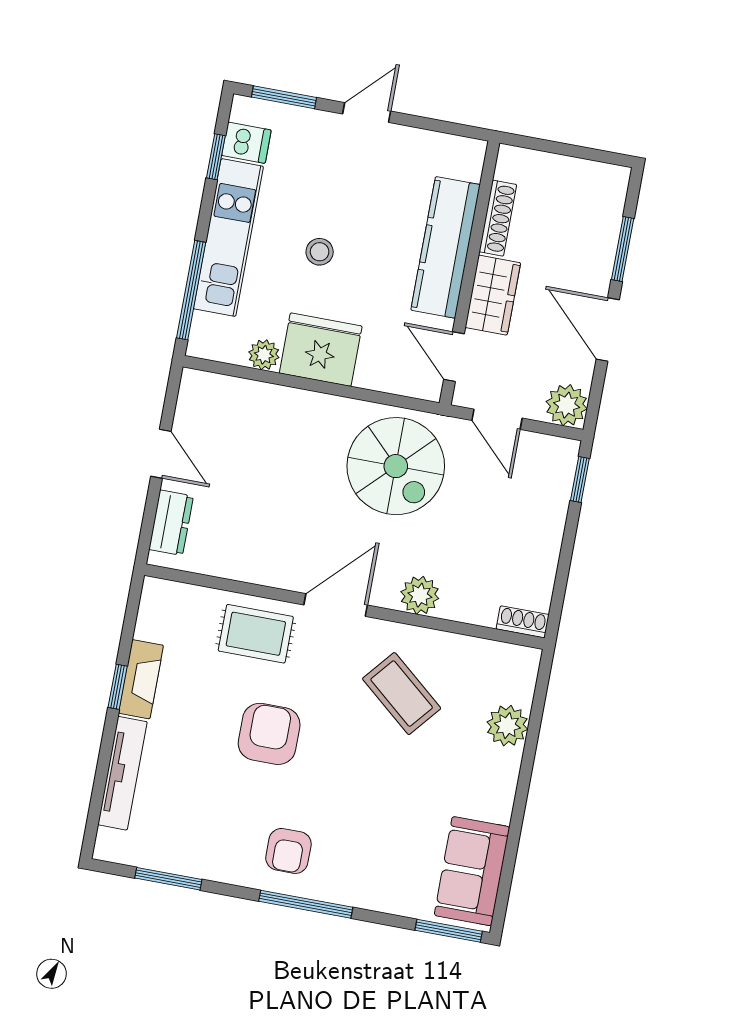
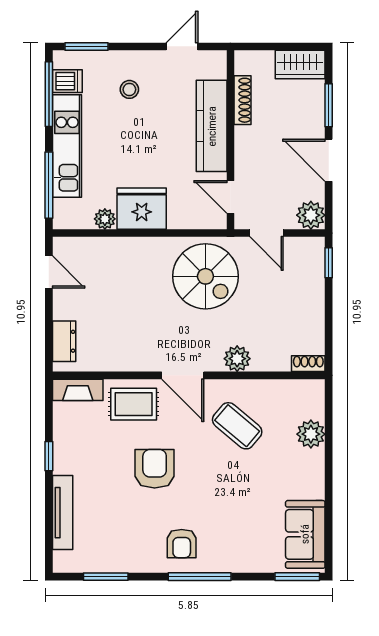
door: (367, 113) -> (182, 46), moved
window: (216, 157) -> (49, 94), width x2.17
stool: (320, 252) -> (129, 89), moved
wardrobe: (493, 295) -> (300, 65), moved, turned 90
door: (161, 454) -> (49, 272), moved
door: (336, 605) -> (183, 375), swing flipped
fireplace: (141, 679) -> (78, 390), moved, turned 90

